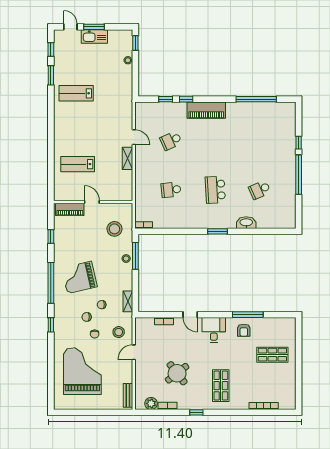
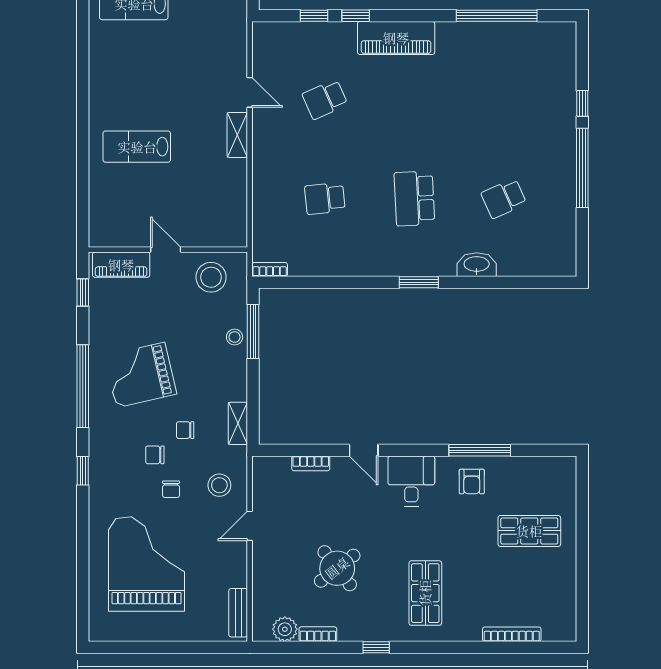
door: (92, 202) -> (166, 250), moved
wall: (93, 202) -> (168, 250), moved
piano: (70, 209) -> (121, 265), moved

